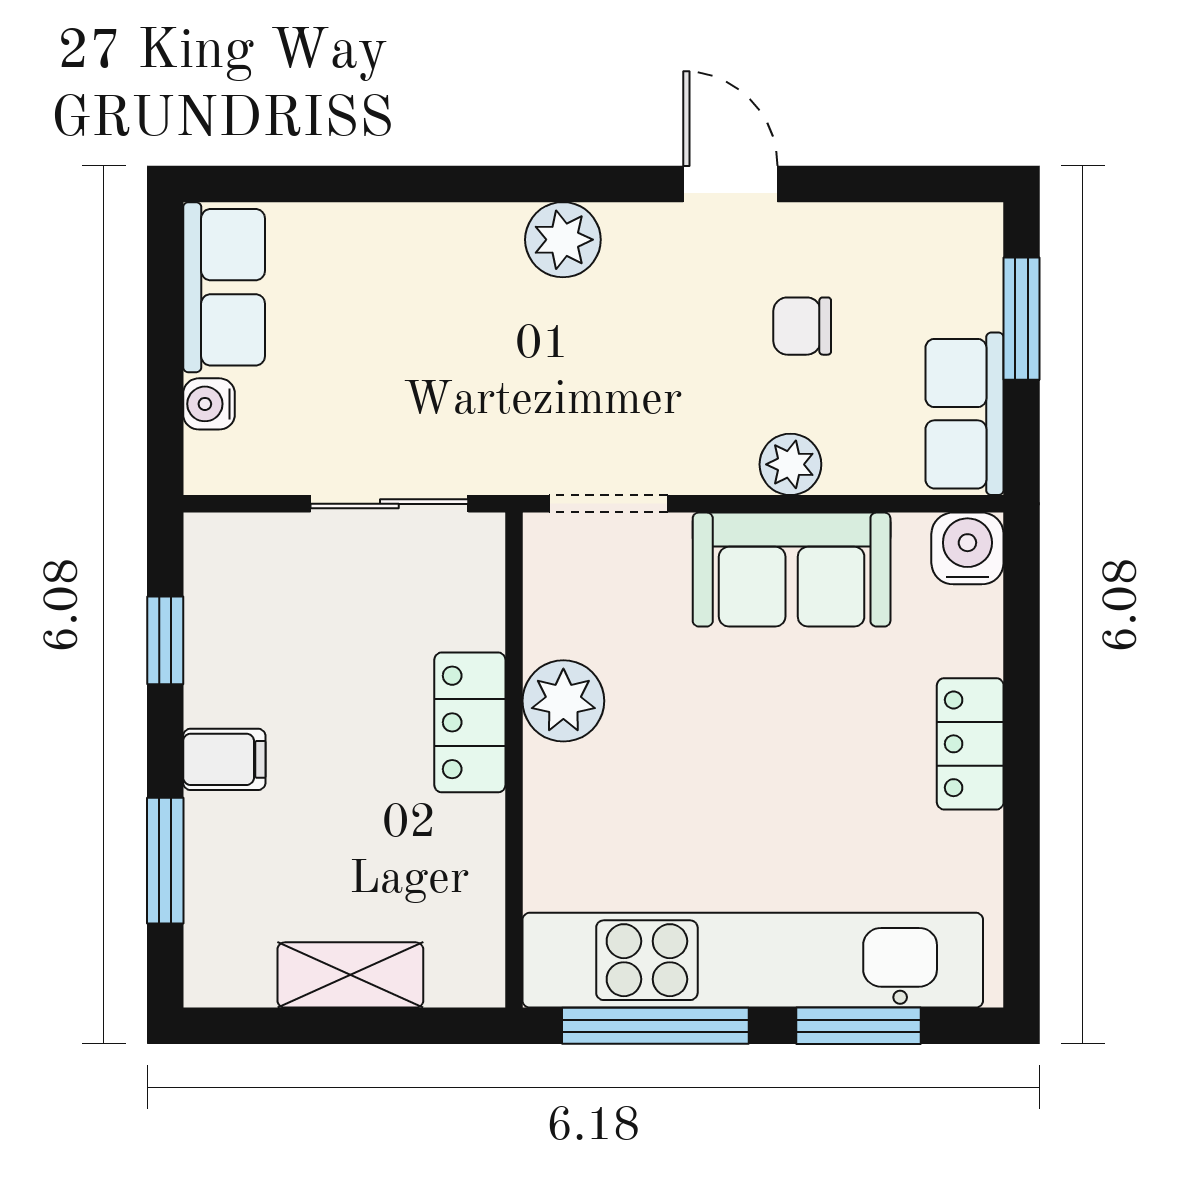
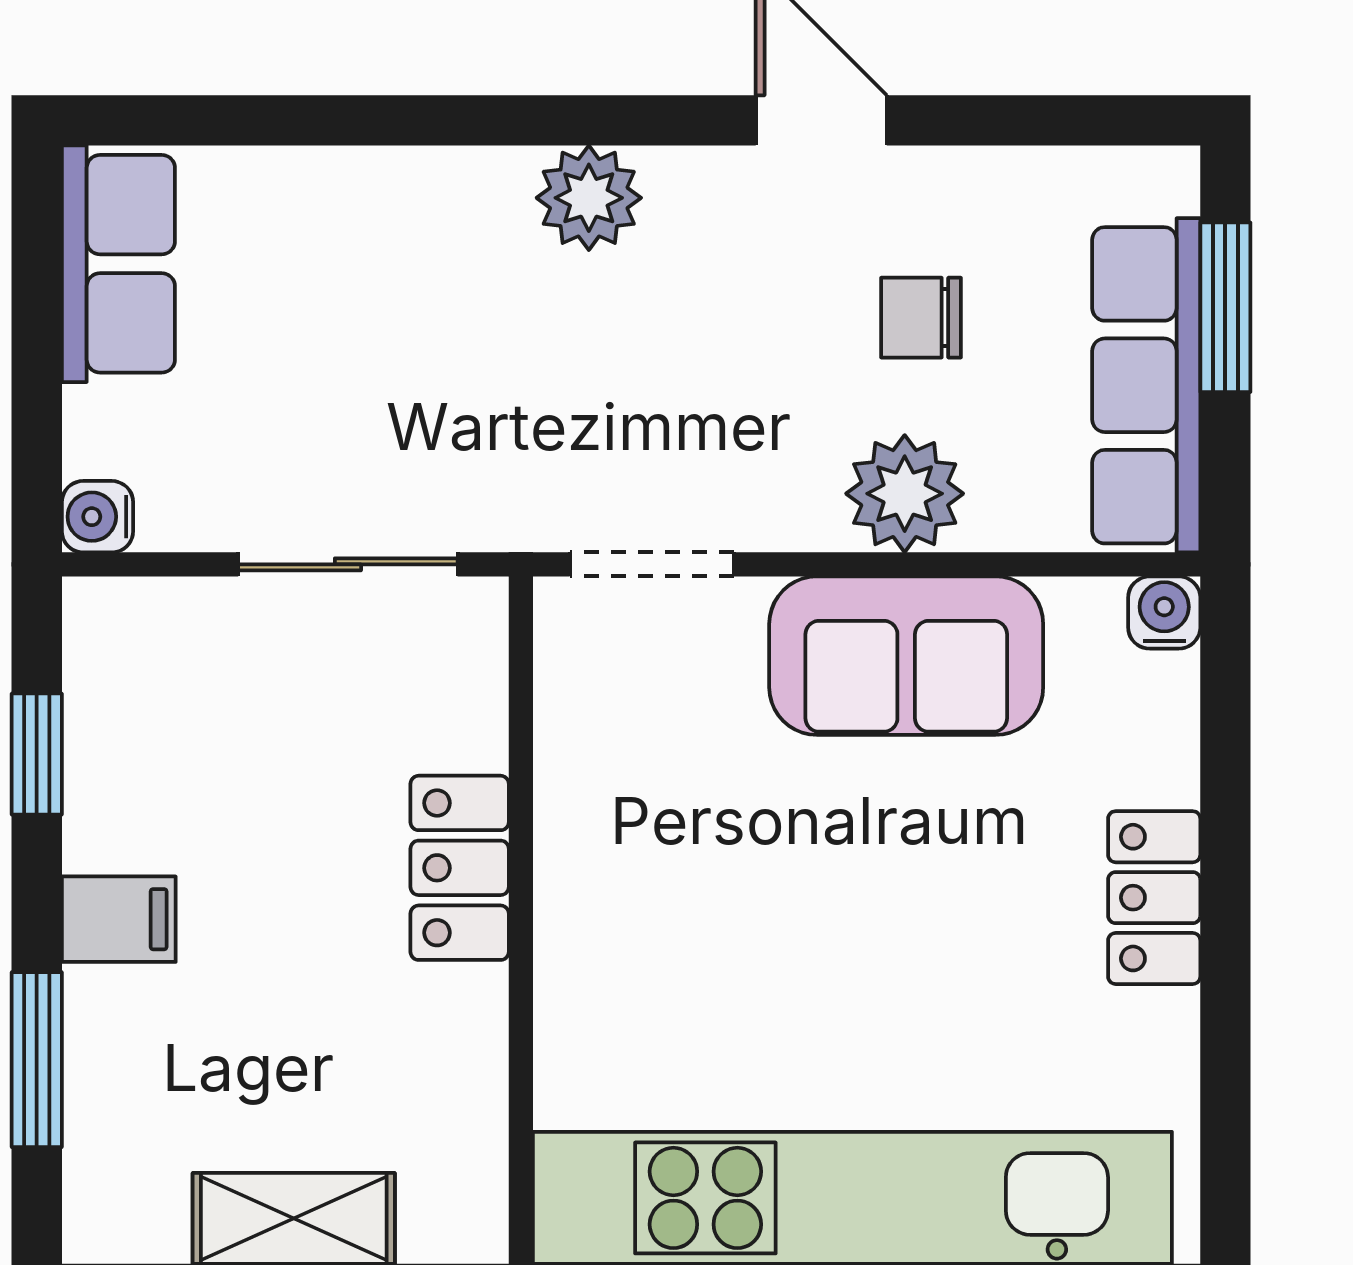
water cooler: (209, 404) -> (97, 517), moved
row of seats: (965, 414) -> (1146, 385), width x1.48
plant: (790, 464) -> (905, 494), width x1.38, depth x1.38
water cooler: (967, 548) -> (1164, 613), width x0.72, depth x0.72
plant: (563, 701) -> (589, 838), removed

